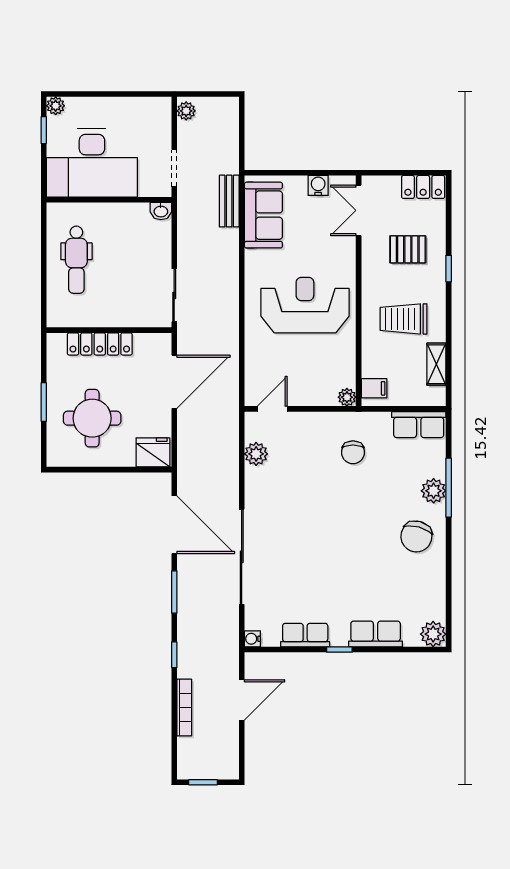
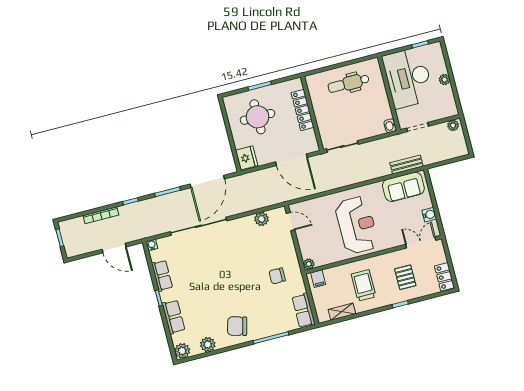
plant: (56, 106) -> (444, 80), moved
plant: (434, 491) -> (208, 345), moved

